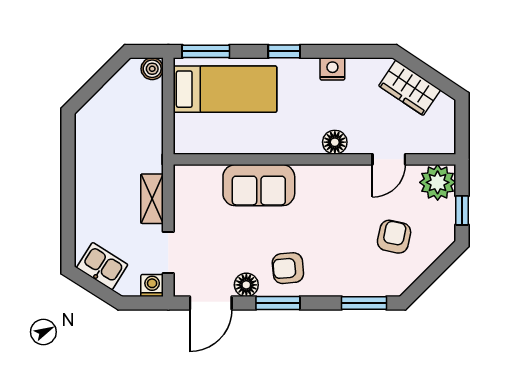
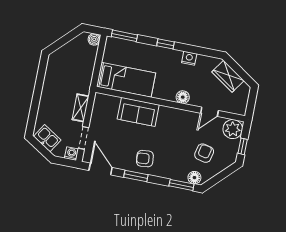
bed: (225, 89) -> (126, 80), moved
floor lamp: (246, 285) -> (194, 178), moved
door: (211, 303) -> (101, 169), swing flipped

